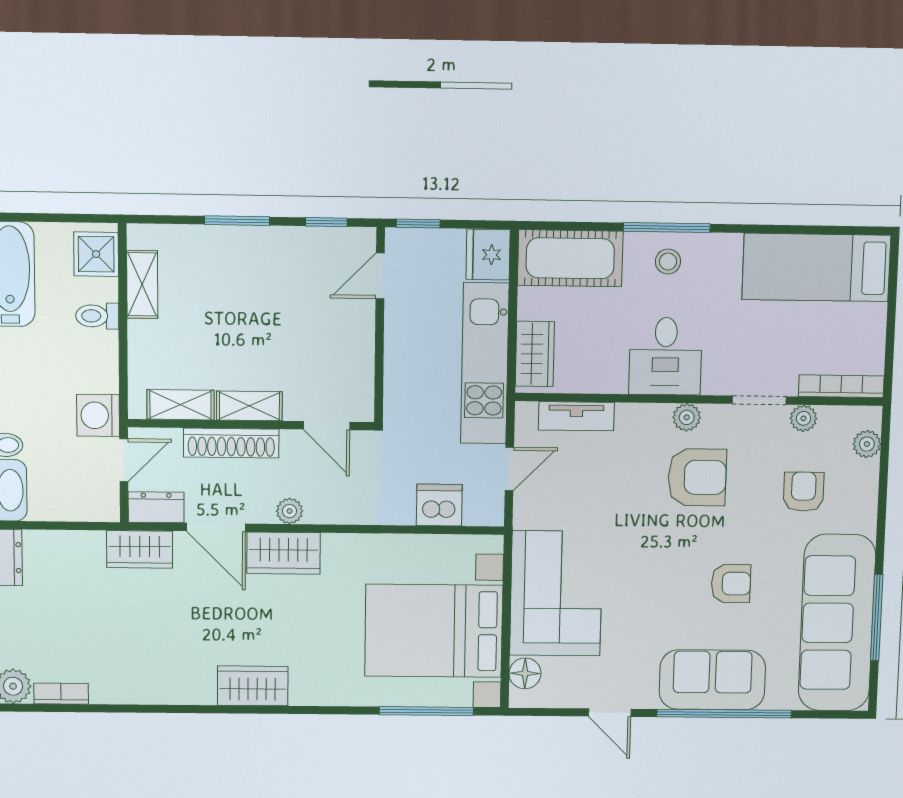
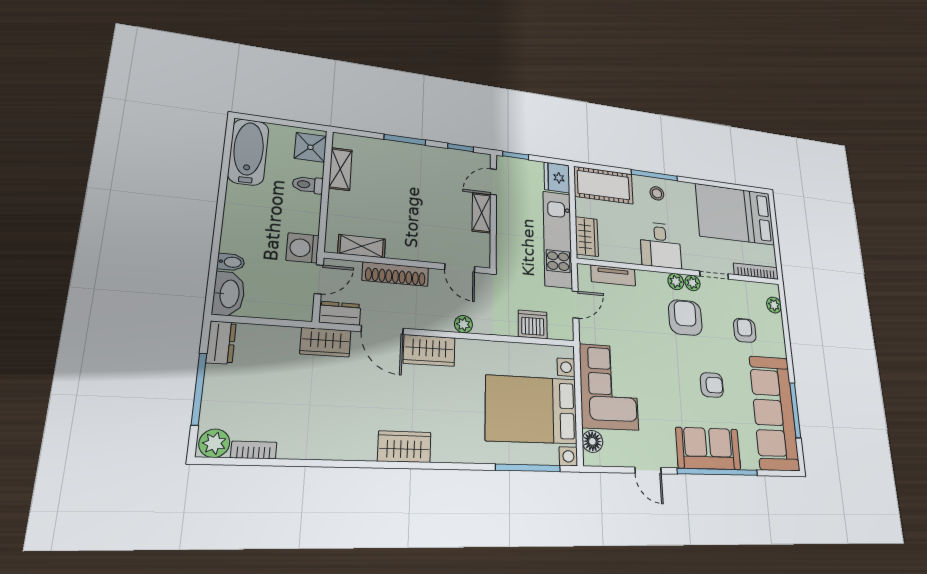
bed: (816, 267) -> (735, 214), width x1.50
shelving: (249, 406) -> (482, 213), moved, turned 90
plant: (803, 418) -> (692, 283), moved
armchair: (697, 477) -> (685, 318), turned -90
plant: (290, 511) -> (463, 324), moved

